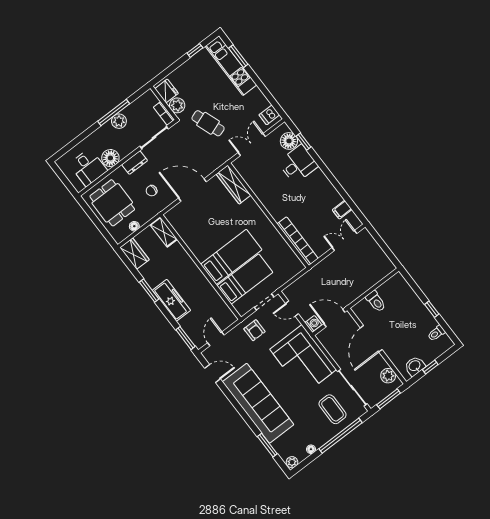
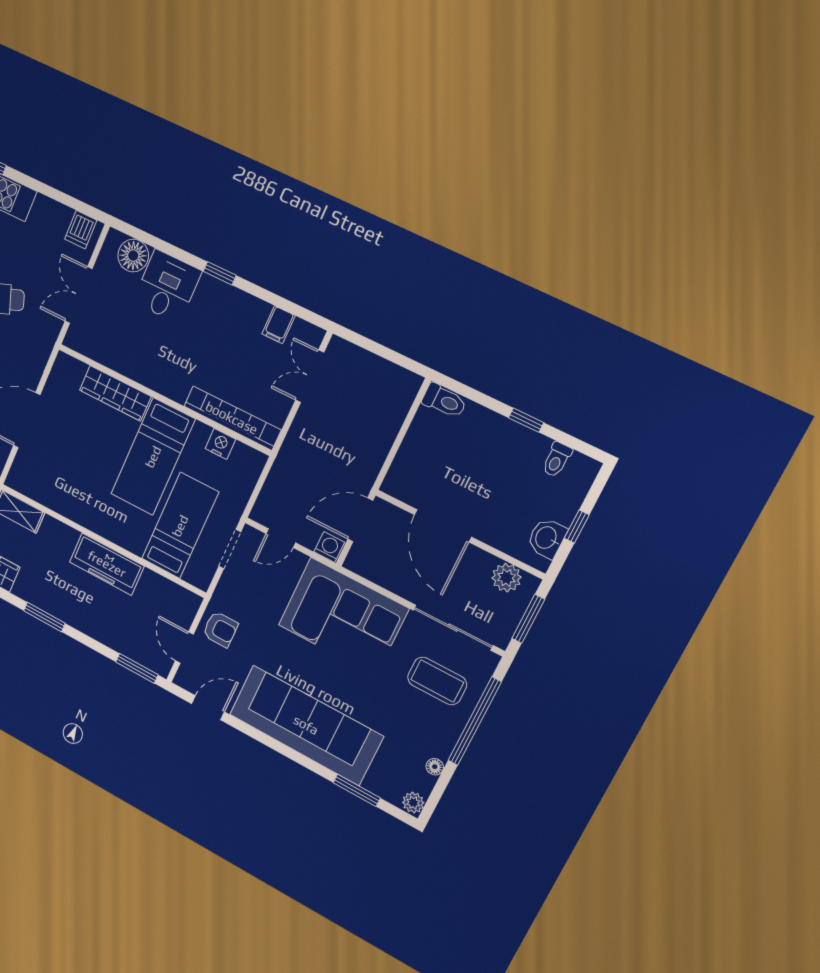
window: (304, 142) -> (220, 273), moved
wardrobe: (233, 185) -> (115, 393), moved
nightstand: (285, 250) -> (220, 444), added
bed: (231, 257) -> (153, 457), moved, turned 180
freezer: (172, 300) -> (107, 564), moved, turned 180
toilet: (376, 301) -> (444, 401), moved
armchair: (254, 330) -> (220, 629), moved

